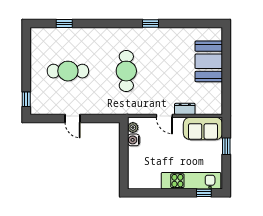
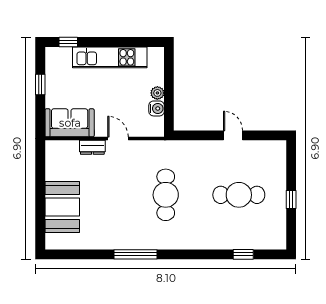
window: (150, 24) -> (135, 254), width x2.17
window: (26, 99) -> (291, 200), moved
plant: (133, 128) -> (157, 93), moved
window: (226, 146) -> (40, 85), moved
kitchen unit: (191, 181) -> (110, 57), moved

